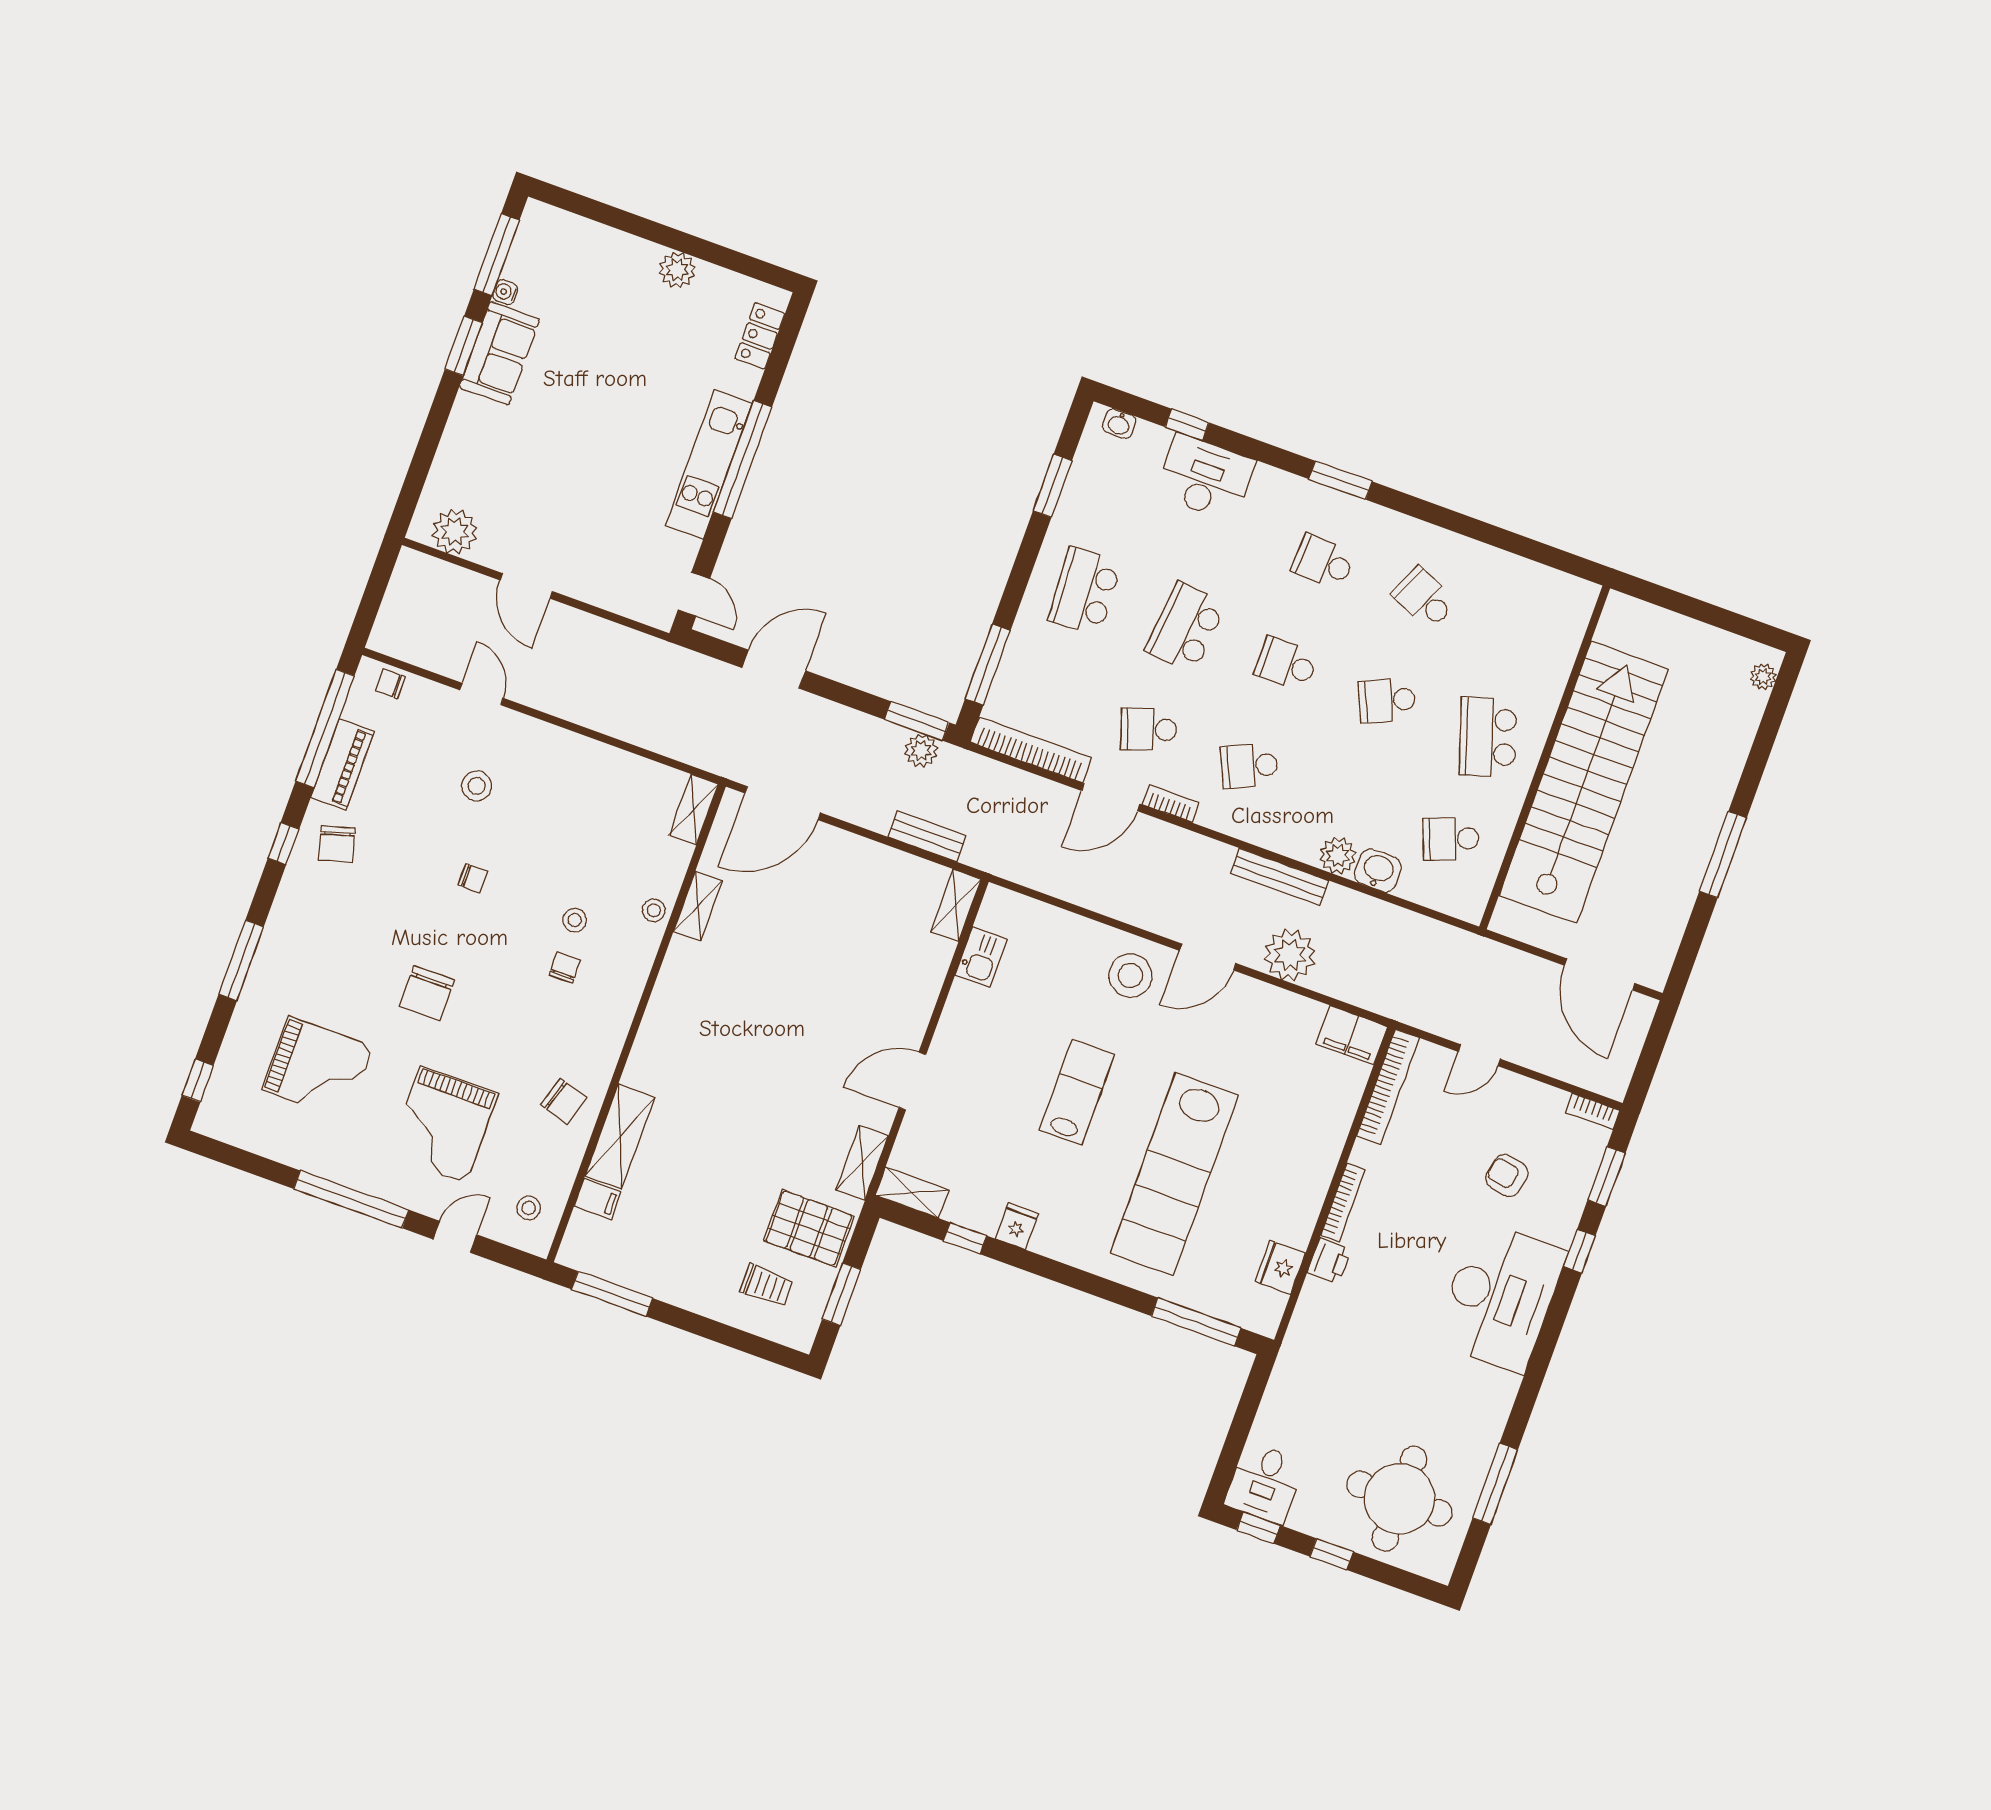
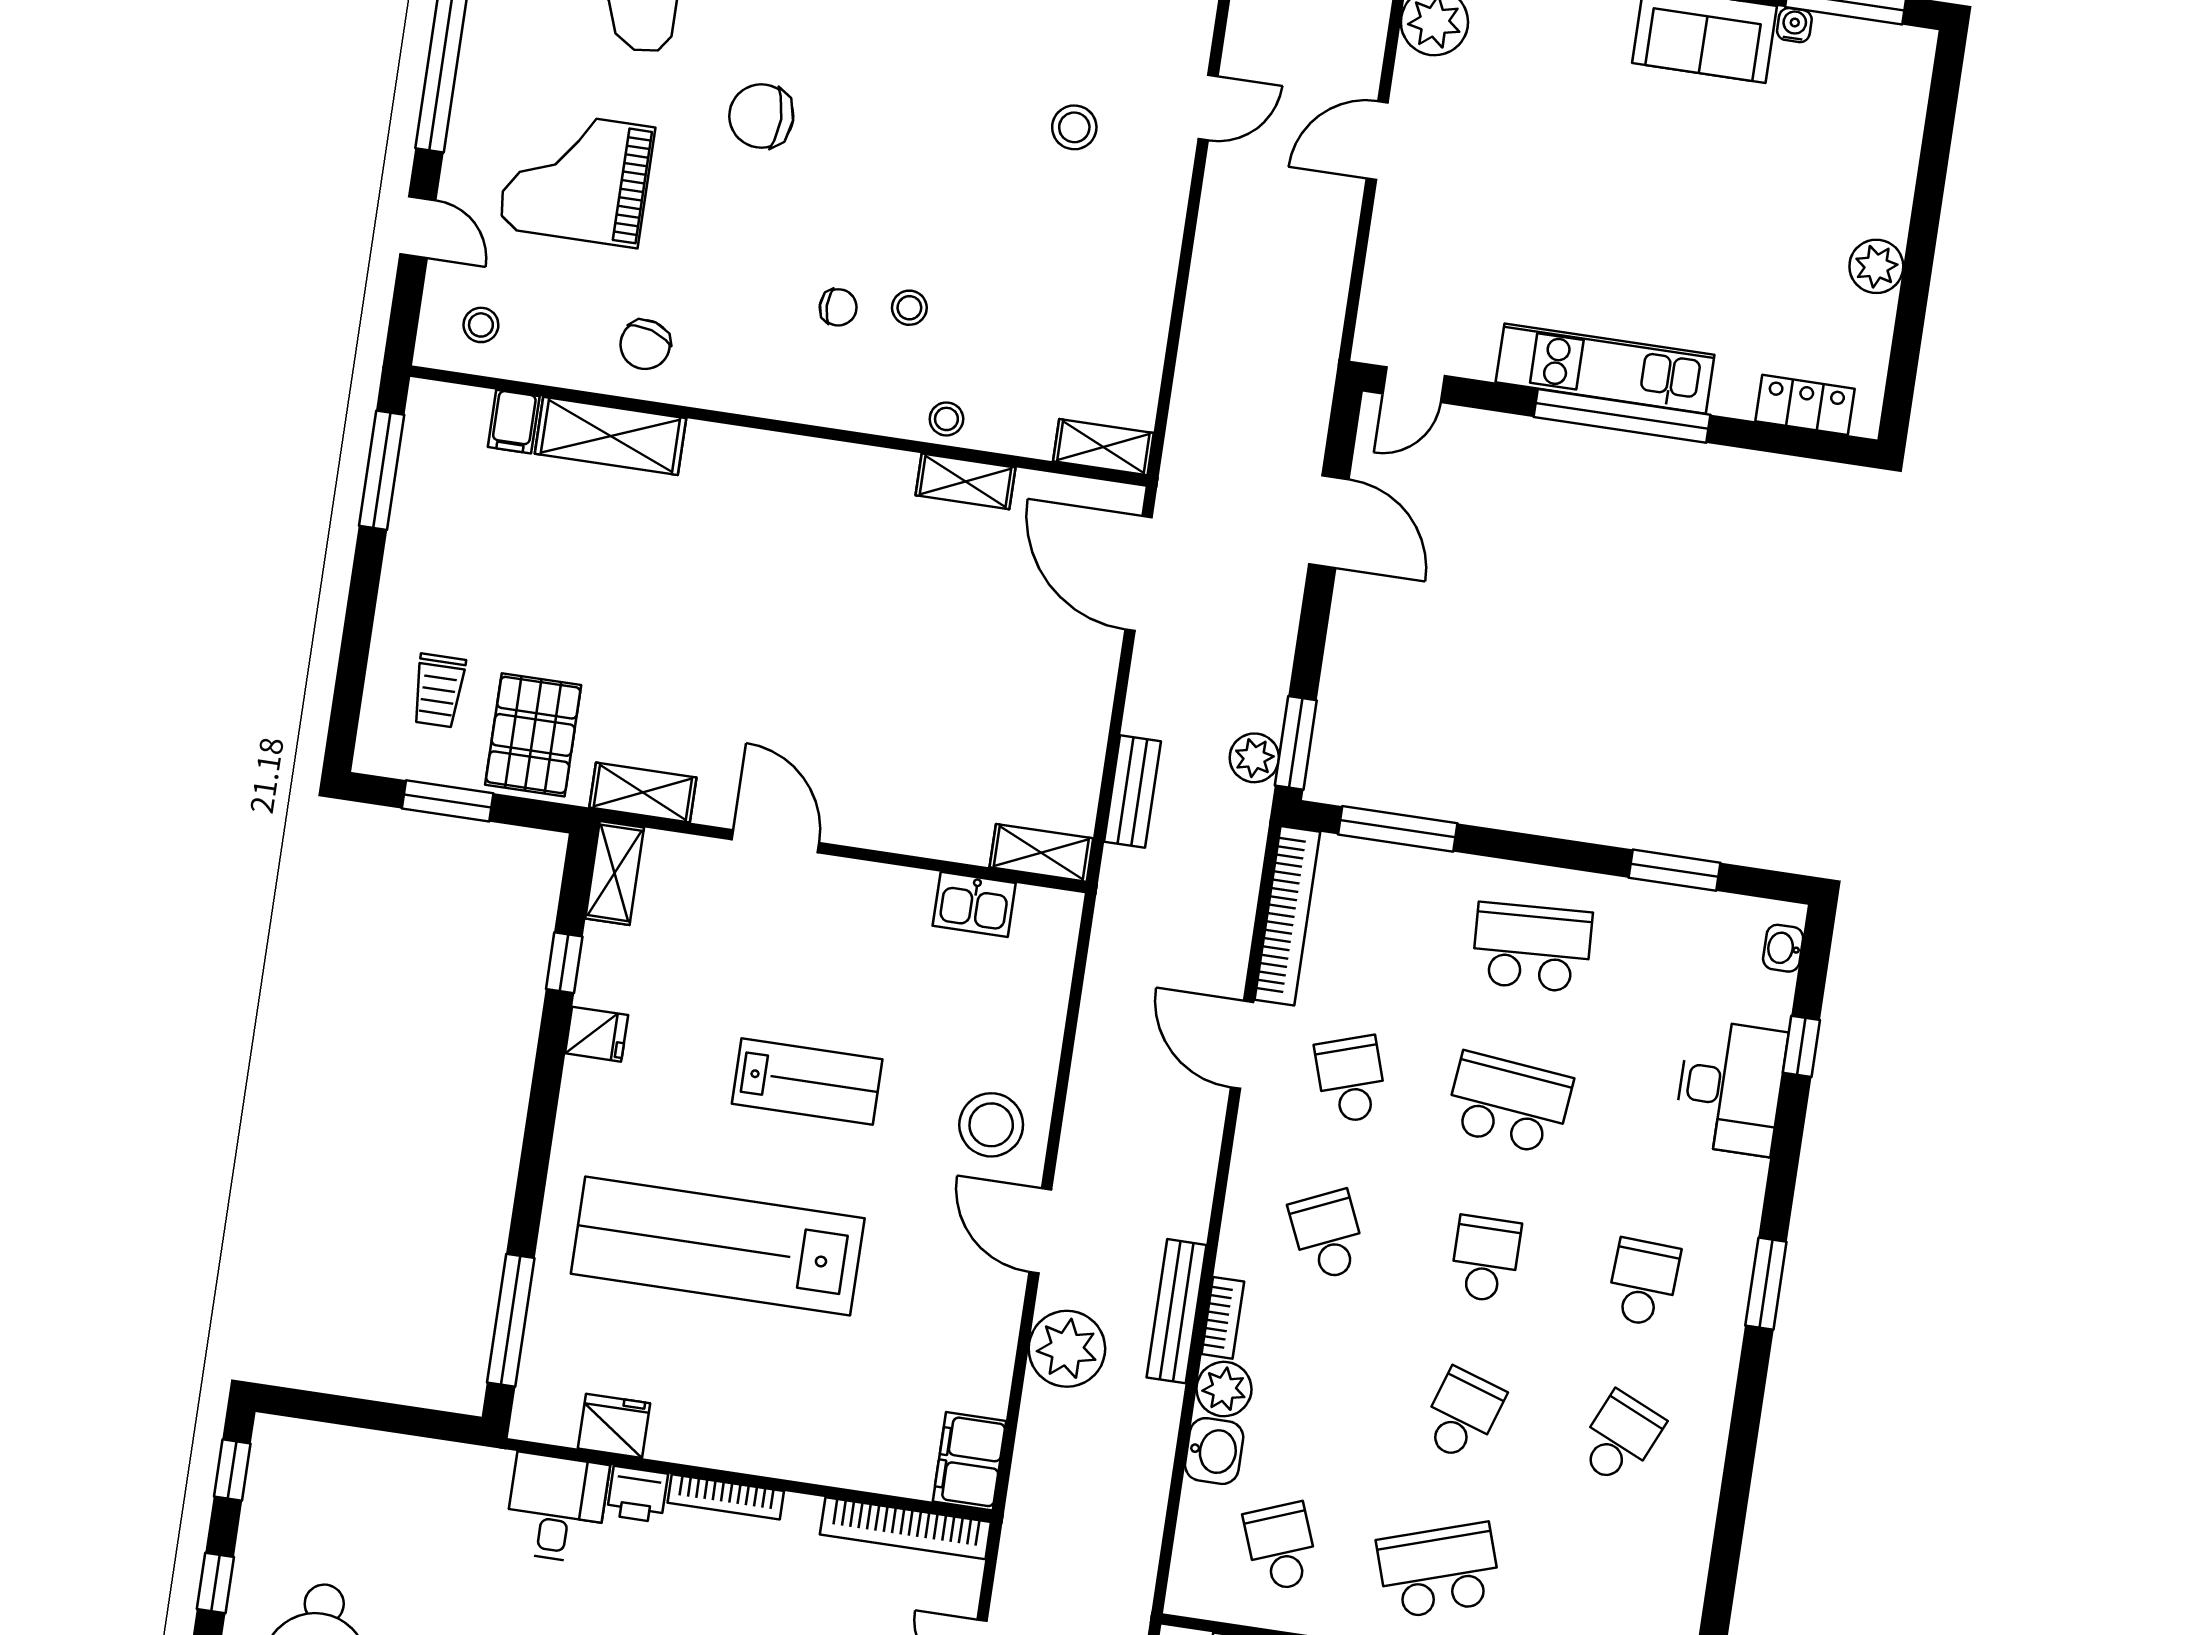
school desk: (1387, 700) -> (1462, 1415), turned 42
bookcase: (1171, 804) -> (1223, 1318), moved
chair: (473, 878) -> (940, 148), removed
desk: (1265, 1483) -> (556, 1508), moved, turned 90

